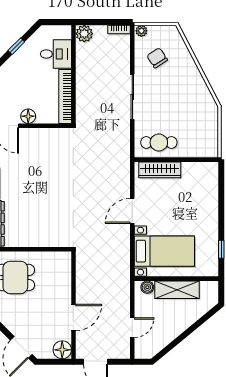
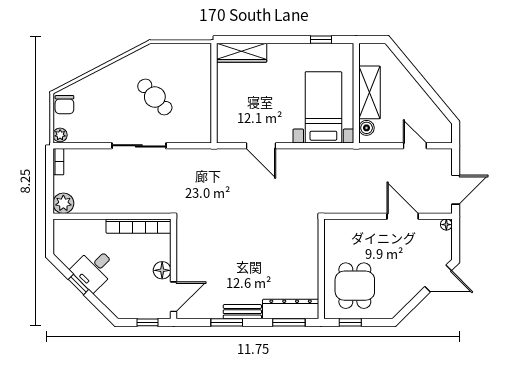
desk: (56, 54) -> (94, 269), moved, turned -135
chair: (157, 58) -> (64, 105), moved, turned -57
cafe table: (159, 143) -> (155, 97), moved, turned -42
wardrobe: (160, 170) -> (242, 53), moved, turned 90
door: (132, 211) -> (261, 146), moved
floor lamp: (62, 350) -> (446, 225), width x0.53, depth x0.53

